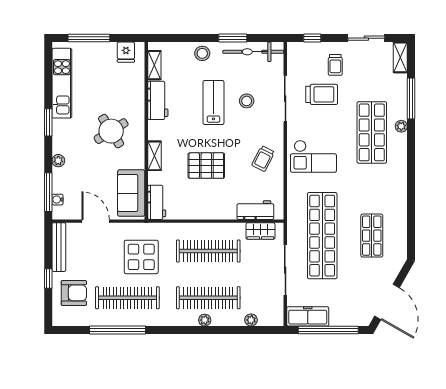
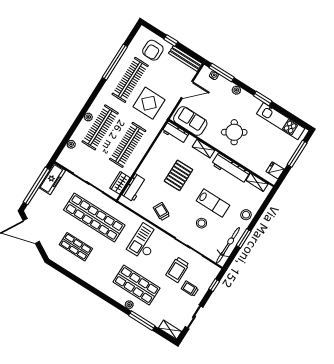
workbench: (158, 100) -> (231, 168), width x1.38

